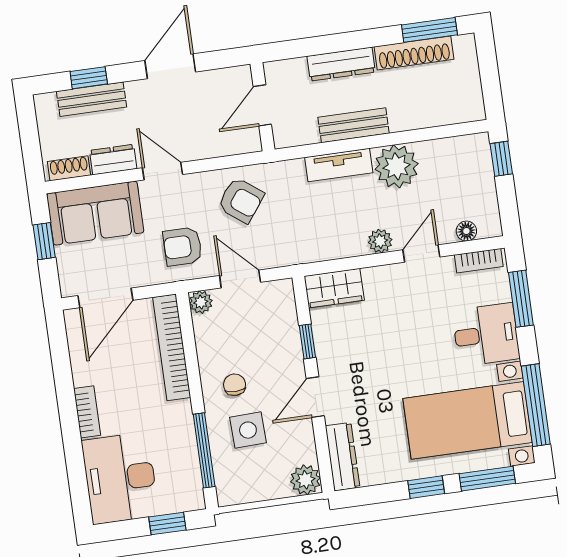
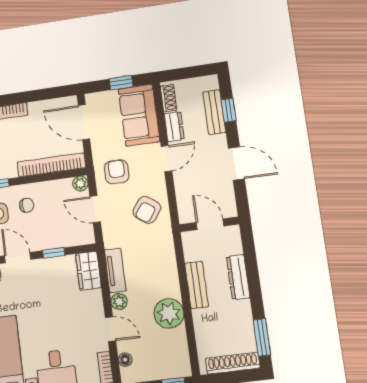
shoe rack: (414, 53) -> (233, 363), moved, turned 90
tv unit: (339, 165) -> (115, 270), moved, turned 180
door: (240, 279) -> (95, 209), swing flipped

